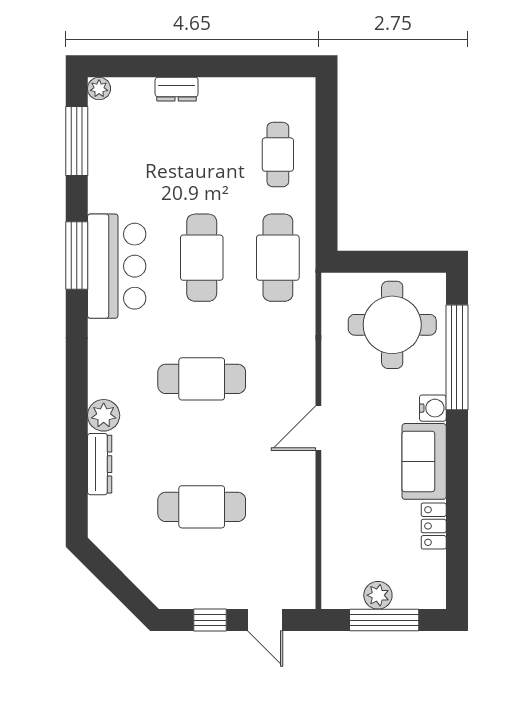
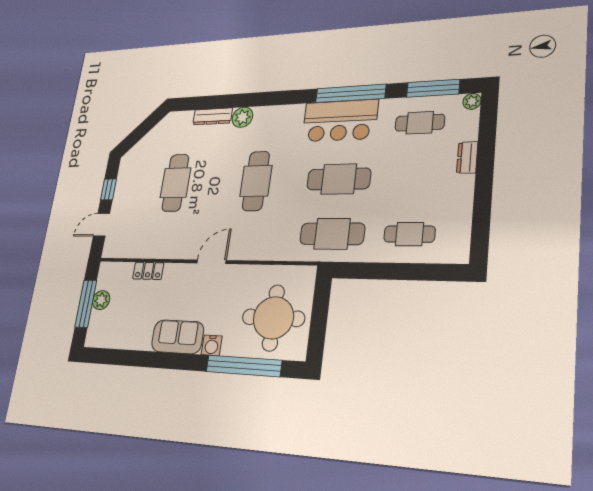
cafe table: (126, 155) -> (420, 123), added
window: (77, 255) -> (350, 93), width x1.46
door: (318, 428) -> (212, 262), hinge flipped
locker: (434, 526) -> (148, 271), moved, turned 180

